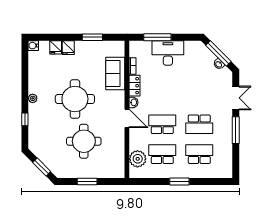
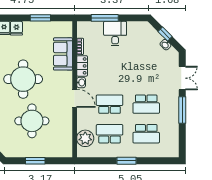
desk: (168, 53) -> (115, 34), width x0.73
window: (218, 53) -> (165, 34), width x0.46
school desk: (199, 154) -> (146, 134), turned 180

